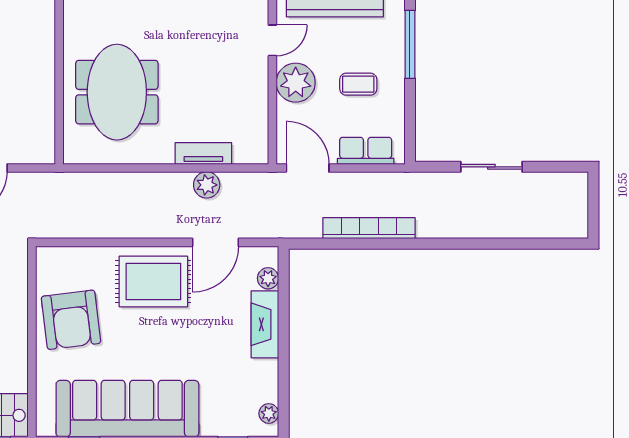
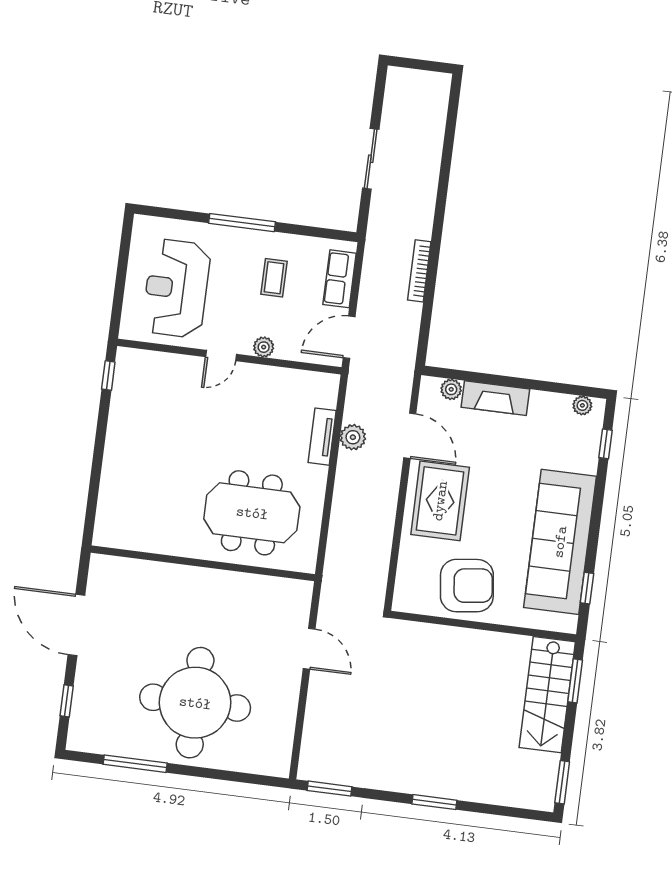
door: (272, 40) -> (221, 356), swing flipped
plant: (296, 83) -> (264, 347), width x0.53, depth x0.53
bookcase: (369, 228) -> (419, 271), width x0.68, depth x0.76

